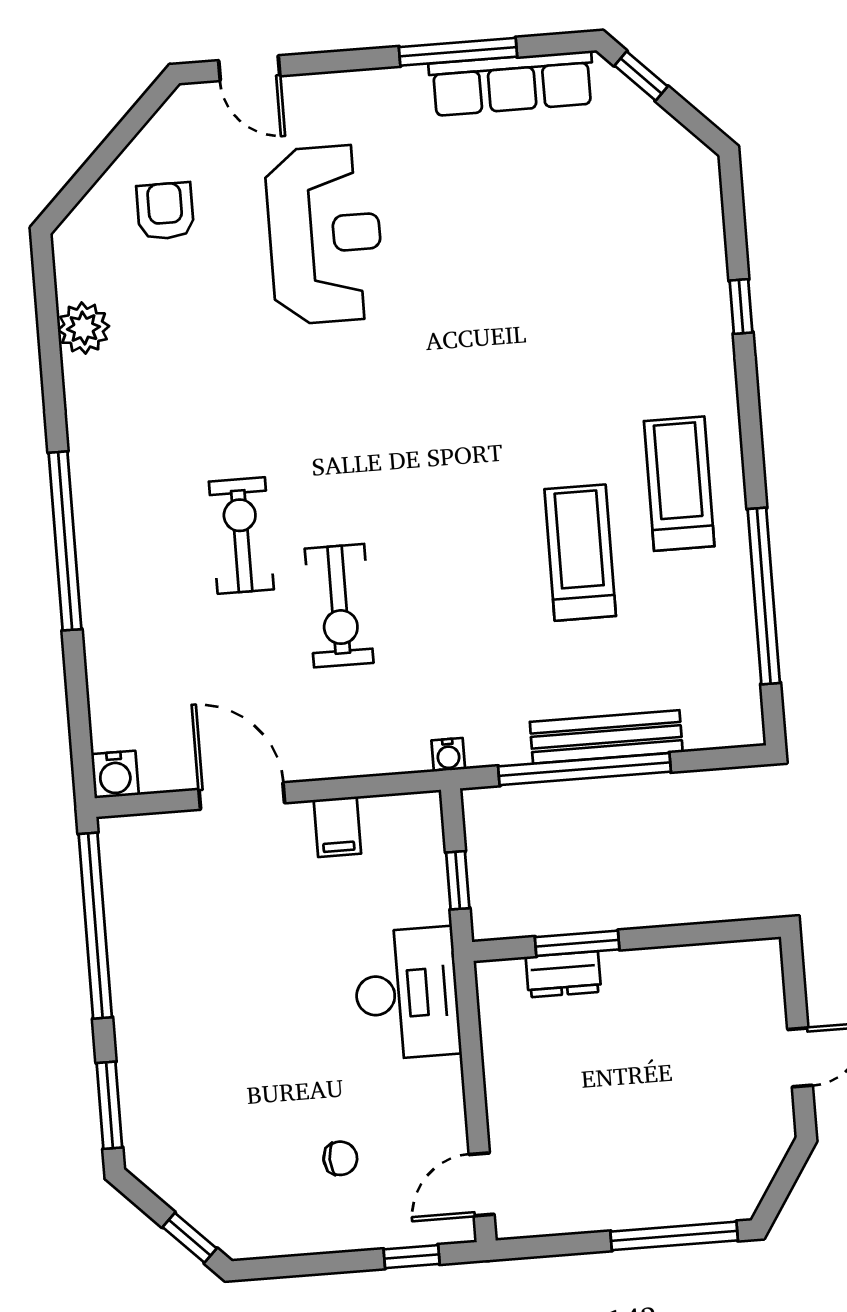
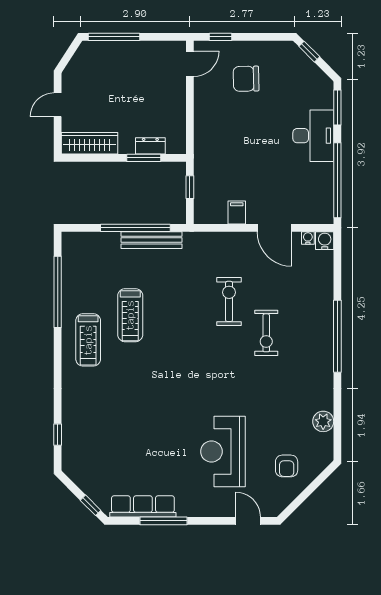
window: (741, 306) -> (58, 435), moved
bench: (606, 737) -> (152, 240), moved
water cooler: (448, 755) -> (308, 238), moved
wardrobe: (714, 969) -> (90, 143), added
desk: (407, 993) -> (313, 136), moved, turned 180
chair: (340, 1158) -> (246, 79), width x1.87, depth x1.87

